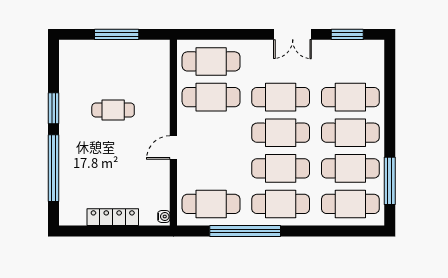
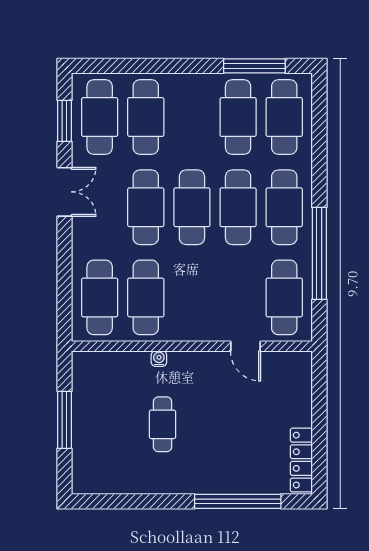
window: (54, 108) -> (160, 501), removed
cafe table: (350, 133) -> (100, 117), moved
door: (173, 148) -> (246, 346), moved
water cooler: (164, 216) -> (159, 359), moved
locker: (113, 217) -> (301, 460), moved

